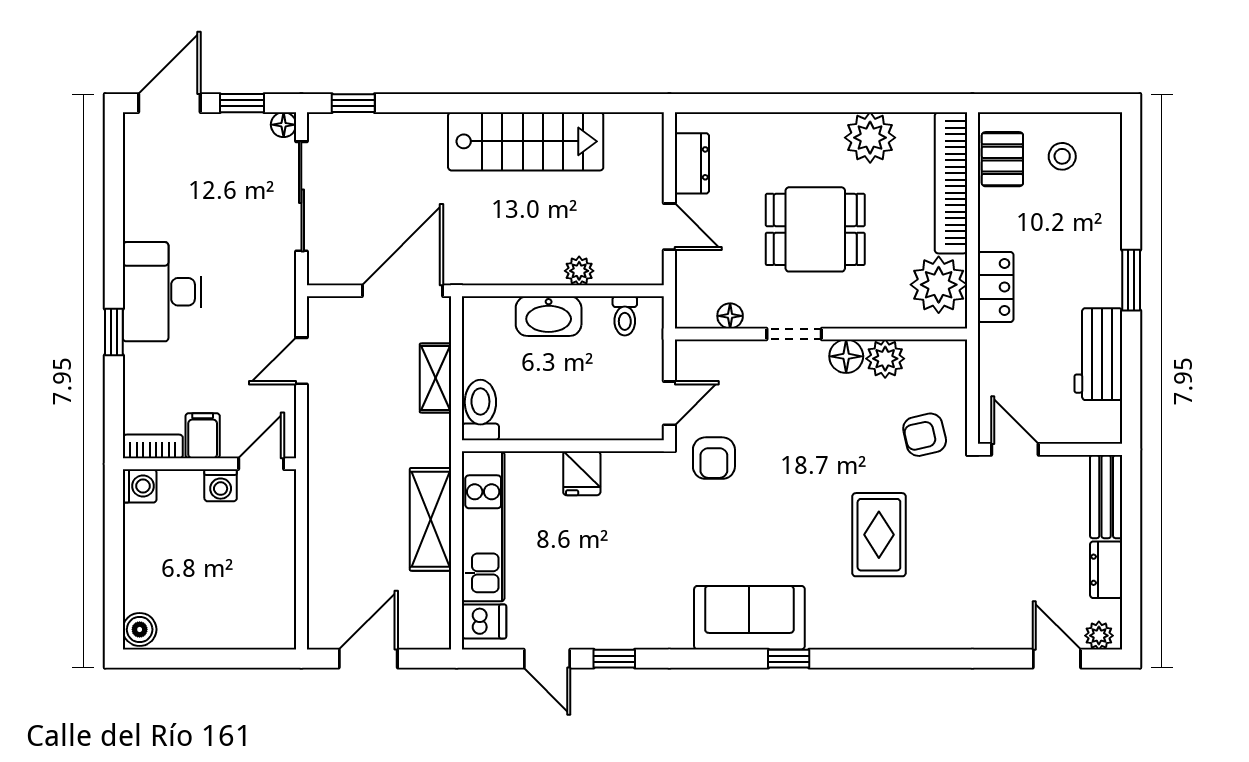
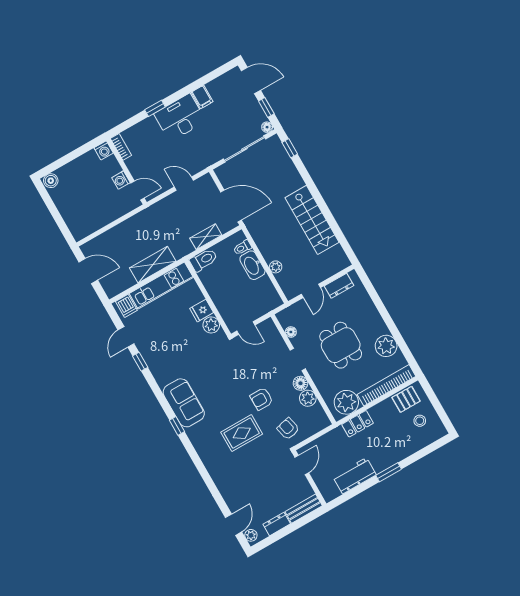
toilet: (625, 316) -> (242, 248), moved
filing cabinet: (203, 436) -> (202, 97), moved, turned 90
armchair: (714, 458) -> (262, 399), moved
plant: (622, 470) -> (211, 325), added

